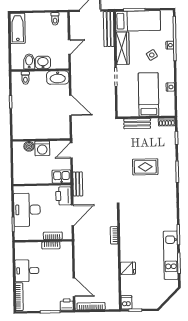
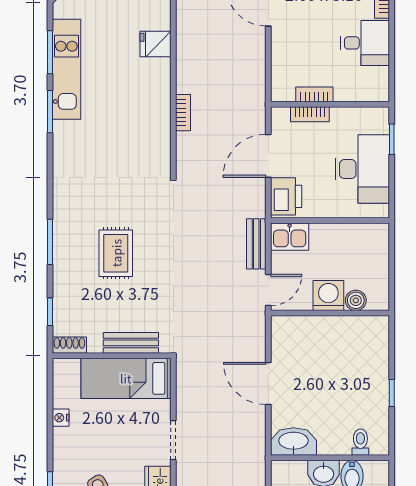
bed: (149, 94) -> (126, 378), moved, turned 90
rug: (145, 167) -> (116, 253), turned 90
bench: (78, 184) -> (256, 244), moved

